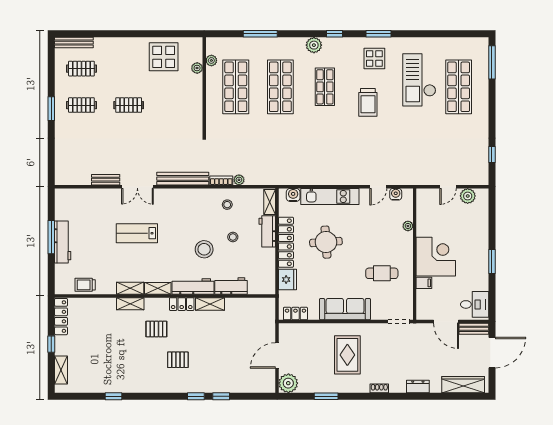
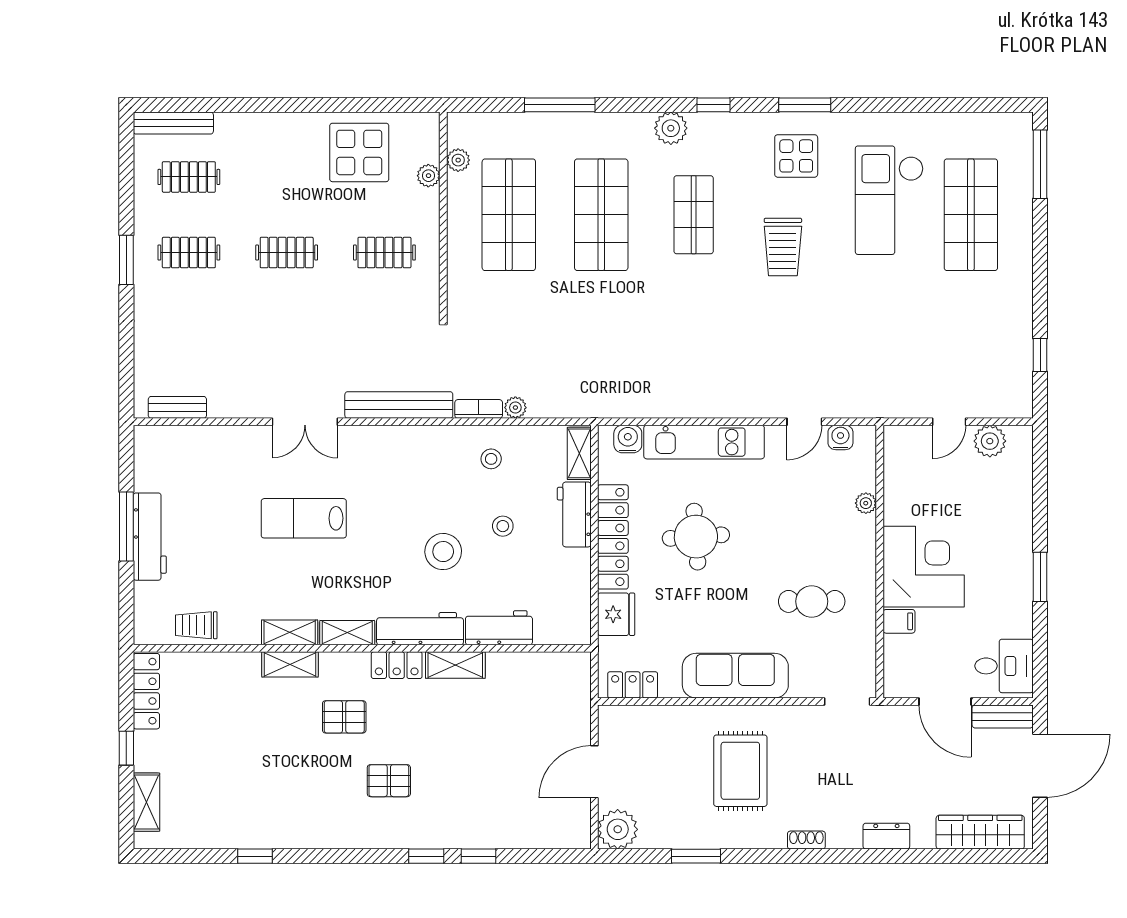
clothes rail: (176, 105) -> (384, 253), added
bench: (106, 180) -> (177, 407), moved

